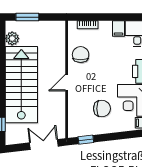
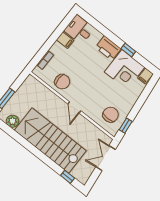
chair: (81, 55) -> (62, 82), turned 180
chair: (102, 109) -> (111, 115), moved

